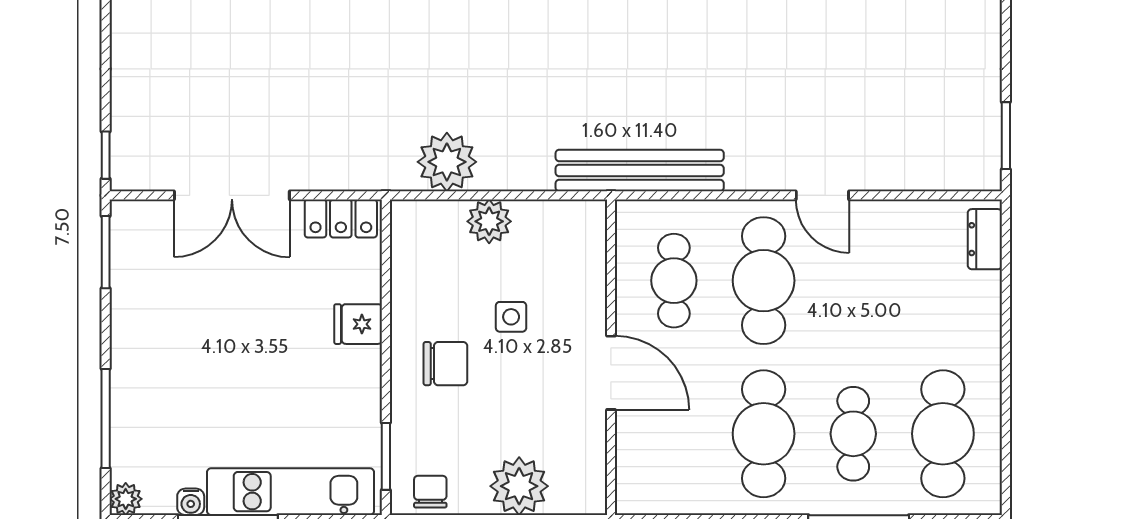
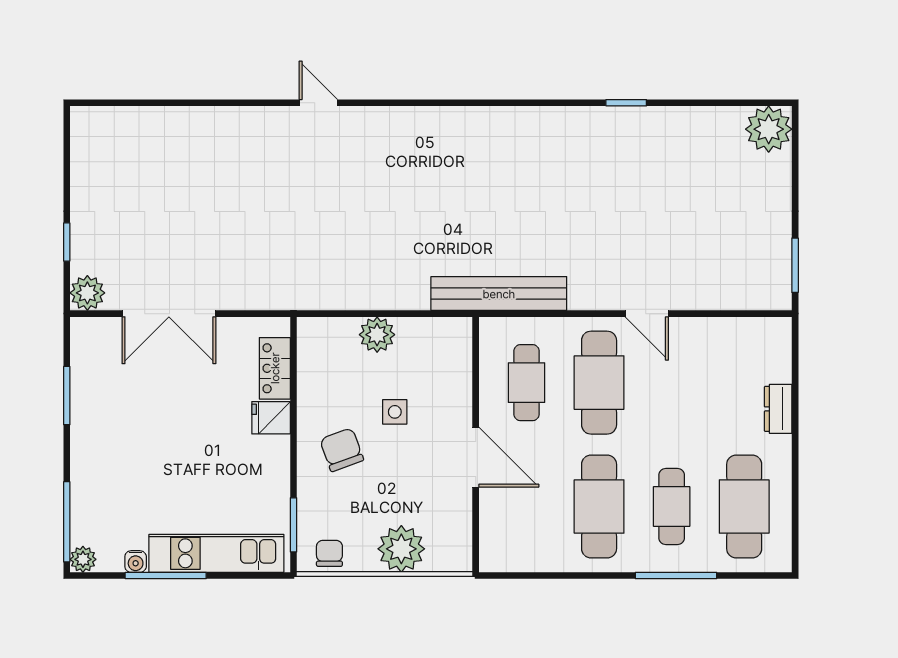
window: (106, 155) -> (67, 242), moved
plant: (447, 162) -> (87, 293), moved, width x0.73, depth x0.73
locker: (341, 218) -> (275, 368), moved, turned 90
dresser: (985, 239) -> (778, 409), moved
window: (106, 252) -> (67, 396), moved
chair: (445, 364) -> (342, 450), turned -110
window: (106, 418) -> (67, 522), moved

